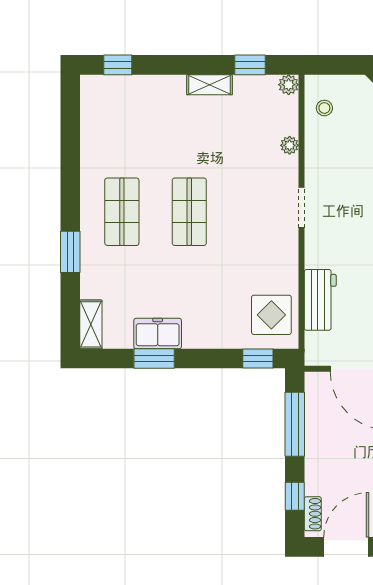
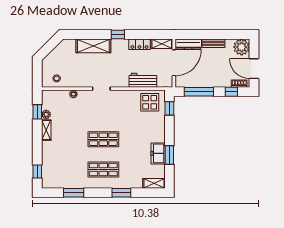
plant: (289, 85) -> (46, 114), moved
window: (70, 146) -> (74, 193), added

